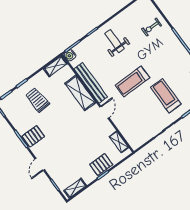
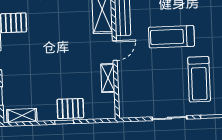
treadmill: (166, 96) -> (199, 79), turned 180
shelving: (119, 142) -> (108, 78), moved

